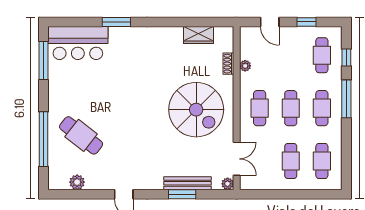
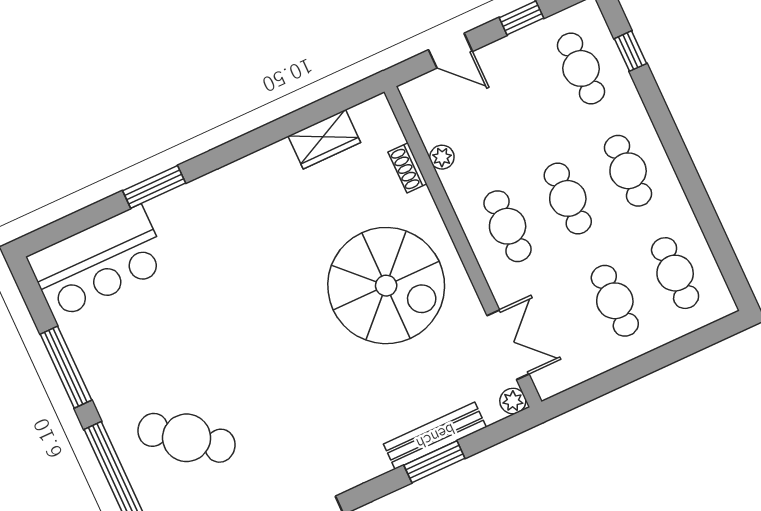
window: (44, 60) -> (66, 367), moved
window: (346, 99) -> (667, 131), removed

